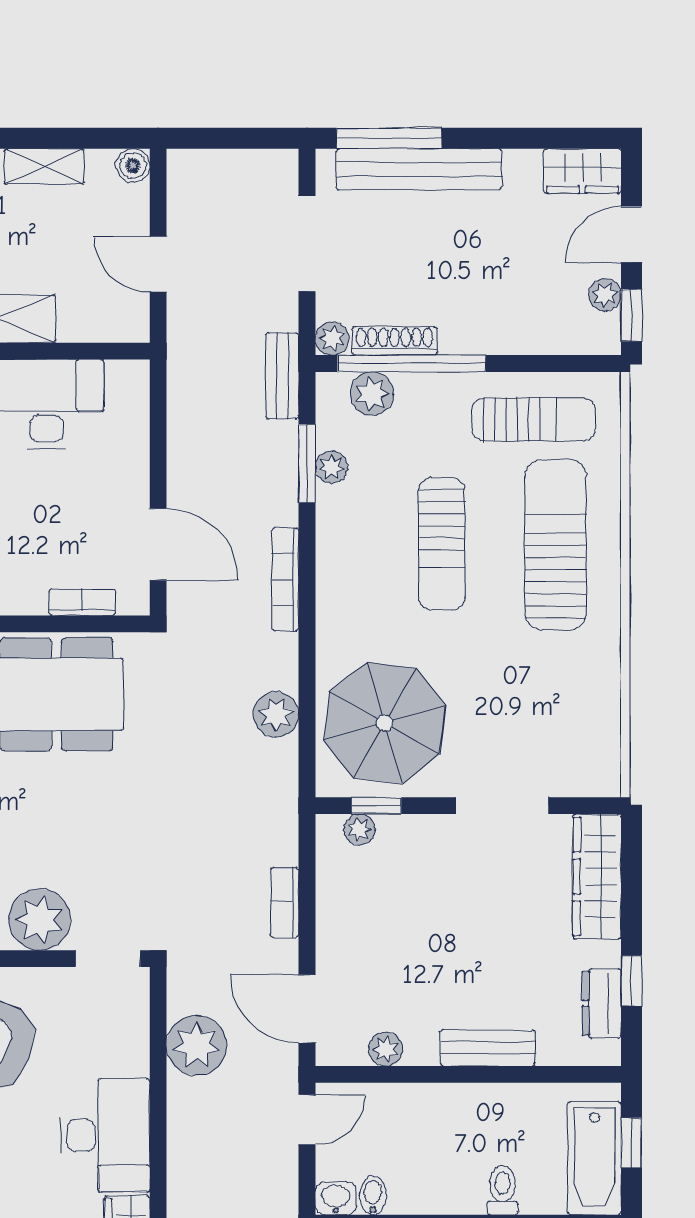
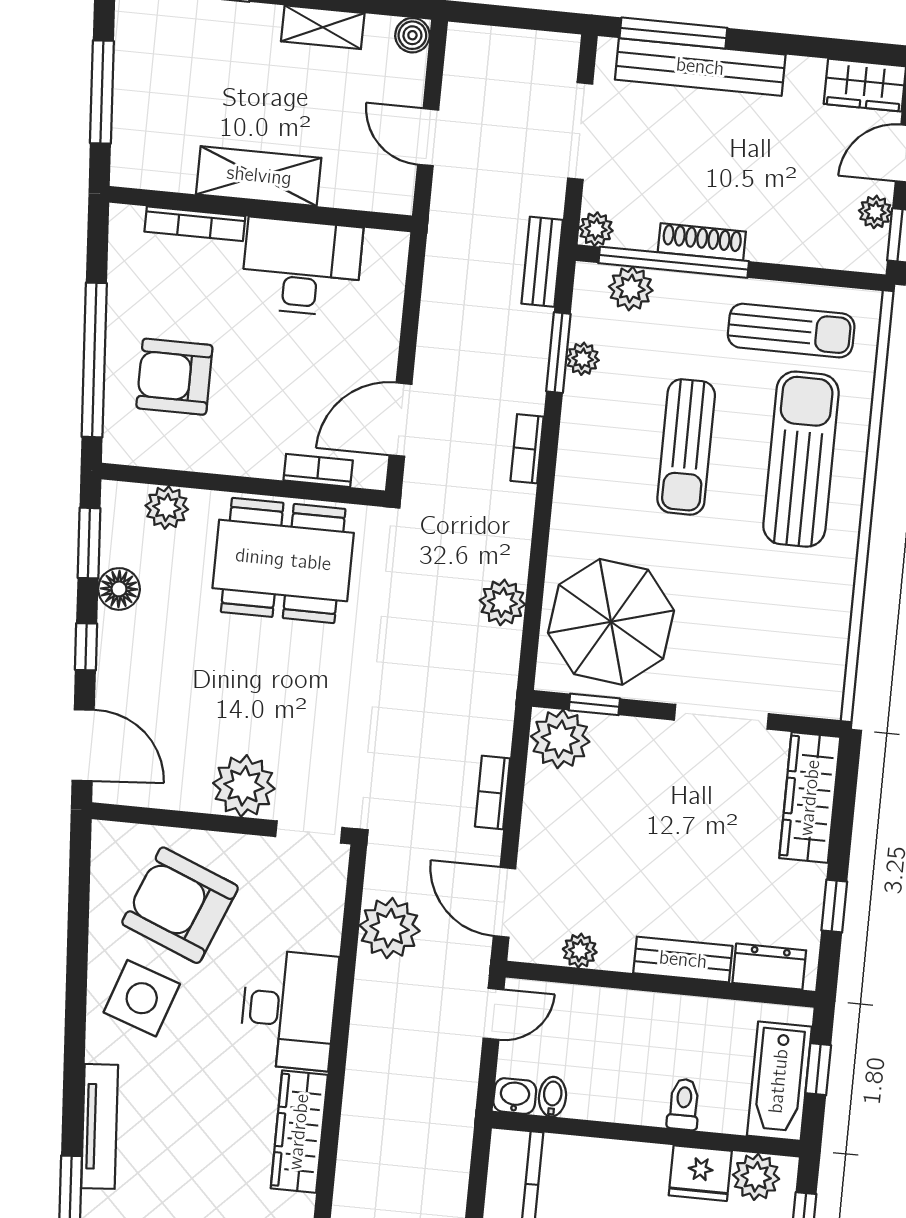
shoe rack: (394, 341) -> (702, 242), moved
door: (158, 544) -> (400, 420), swing flipped
bookcase: (286, 580) -> (527, 449), width x0.64
plant: (360, 830) -> (560, 739), width x1.87, depth x1.87
dresser: (602, 1003) -> (769, 967), moved, turned 90

